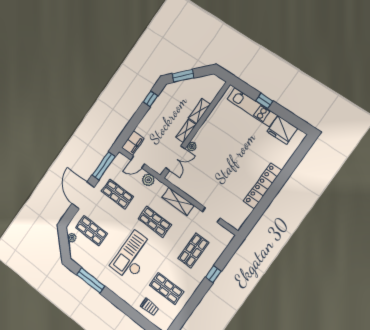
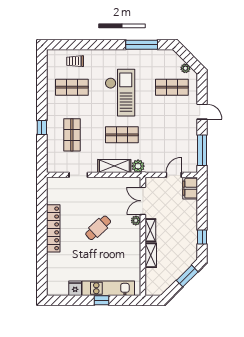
fridge: (282, 130) -> (75, 288), width x0.53, depth x0.75
cafe table: (226, 161) -> (98, 228), added
plant: (148, 180) -> (138, 166), moved
shop shelf: (117, 194) -> (172, 135), removed
door: (83, 196) -> (202, 112), width x0.53

